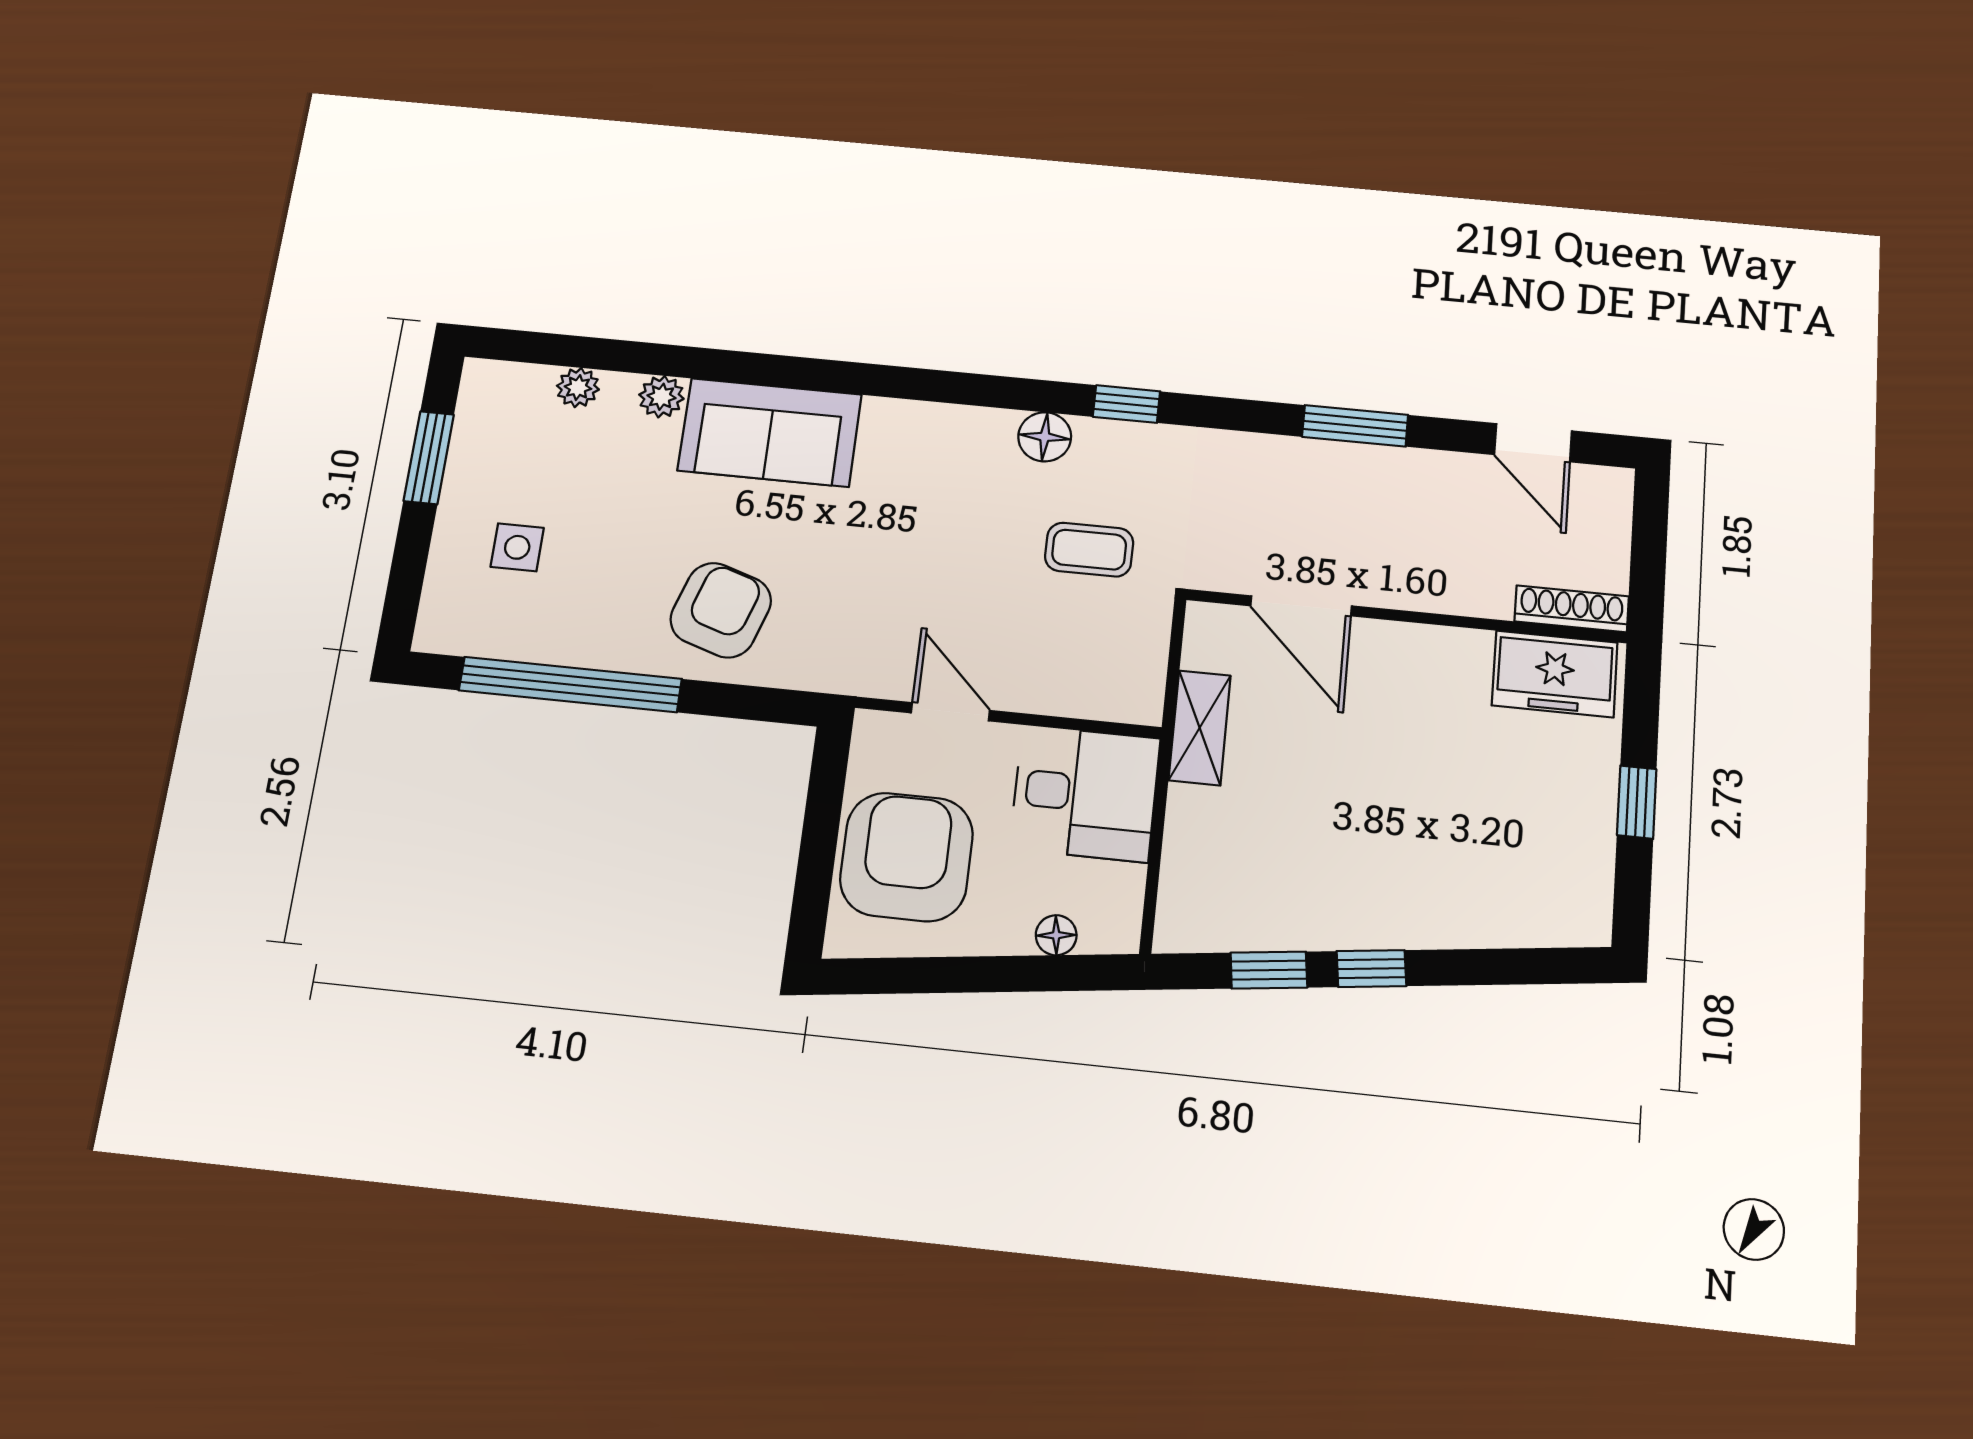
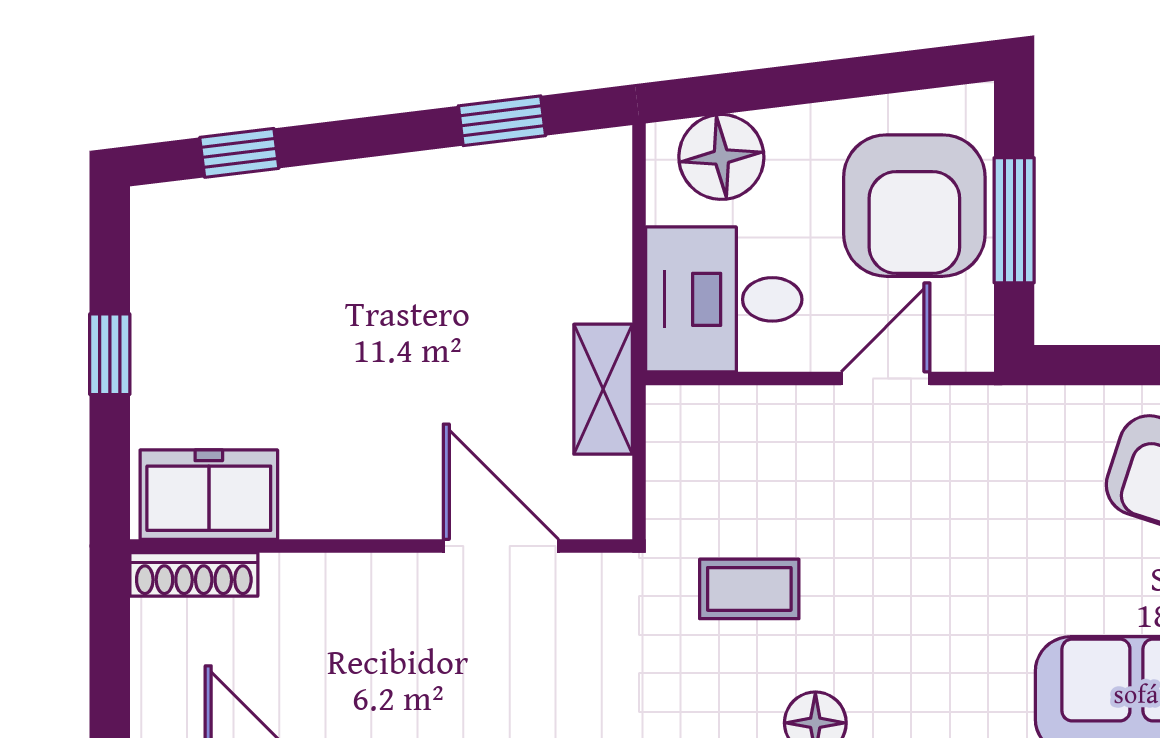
door: (950, 712) -> (886, 379), swing flipped
window: (820, 835) -> (1014, 220), added
floor lamp: (1056, 935) -> (721, 157), width x1.89, depth x1.89
window: (1371, 969) -> (239, 153), moved

